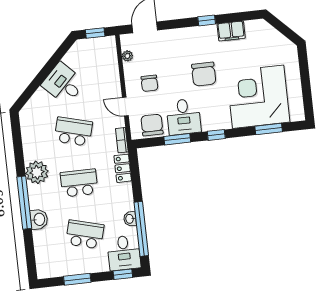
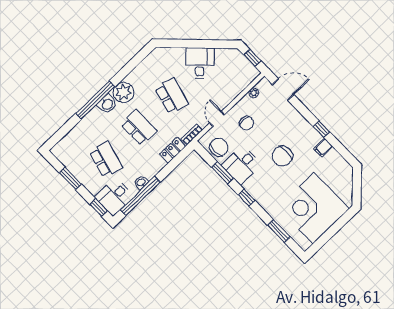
filing cabinet: (231, 31) -> (323, 148), width x0.50
chair: (149, 83) -> (247, 123), turned -90
corner desk: (258, 97) -> (314, 208), moved, turned -90
washbasin: (39, 219) -> (107, 104), moved

